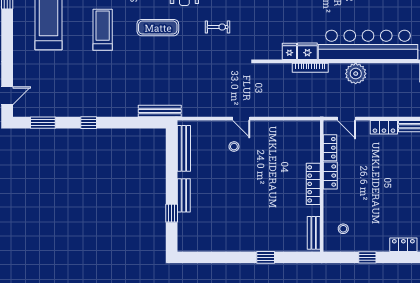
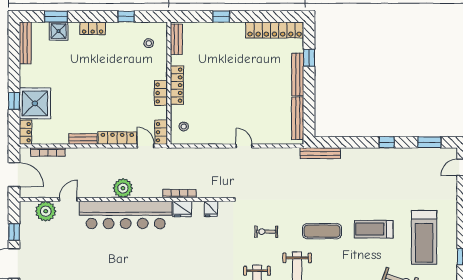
treadmill: (103, 30) -> (374, 229), turned 90
fridge: (289, 51) -> (211, 209), moved
plant: (356, 74) -> (123, 188), moved
locker: (384, 127) -> (117, 138), width x1.53
stool: (234, 147) -> (184, 127), moved
locker: (330, 148) -> (161, 132), moved
bench: (184, 195) -> (298, 74), width x1.36
locker: (209, 243) -> (274, 30), added

